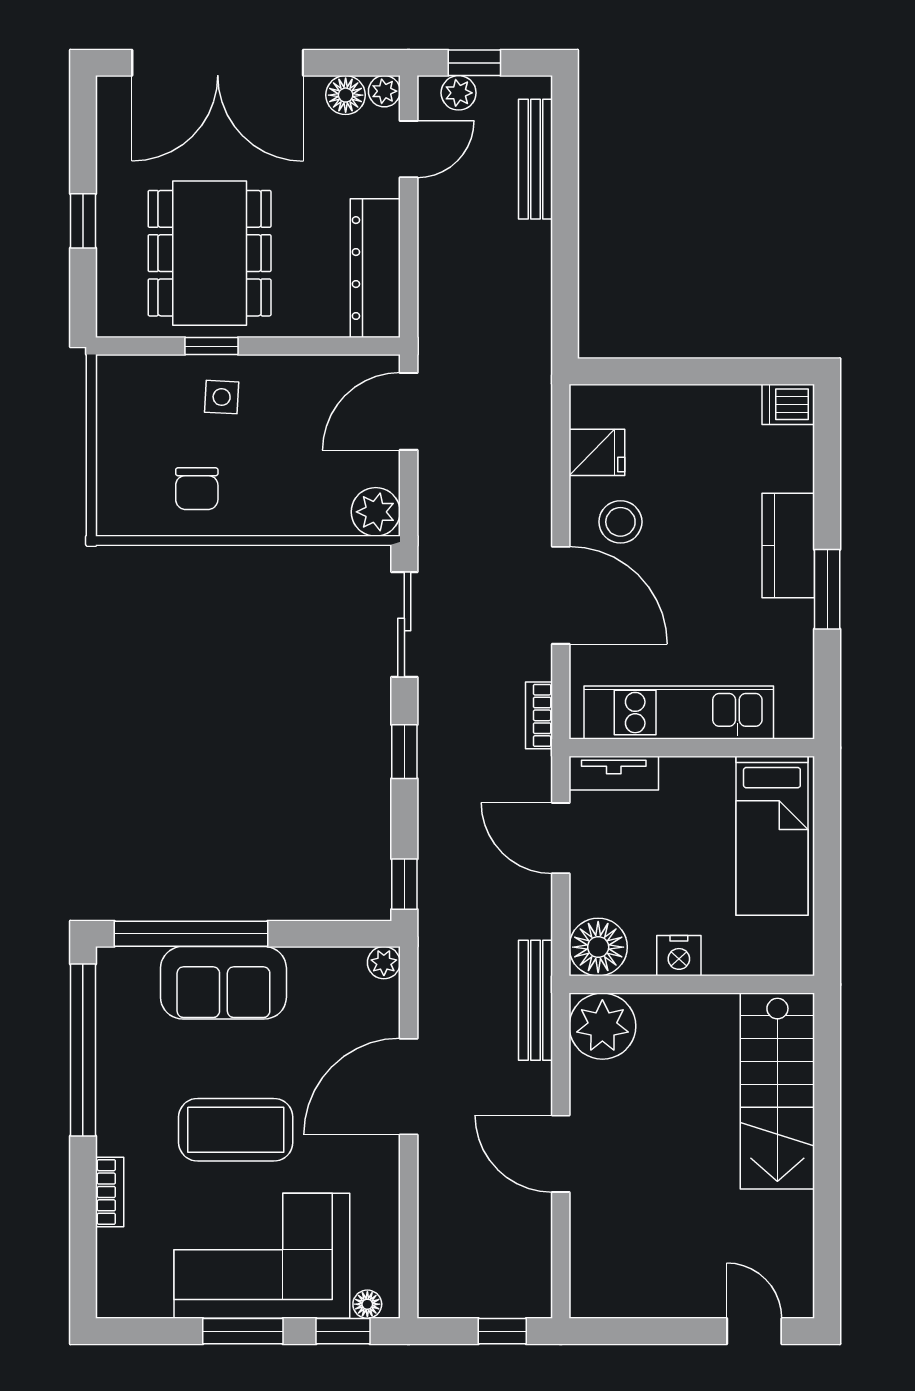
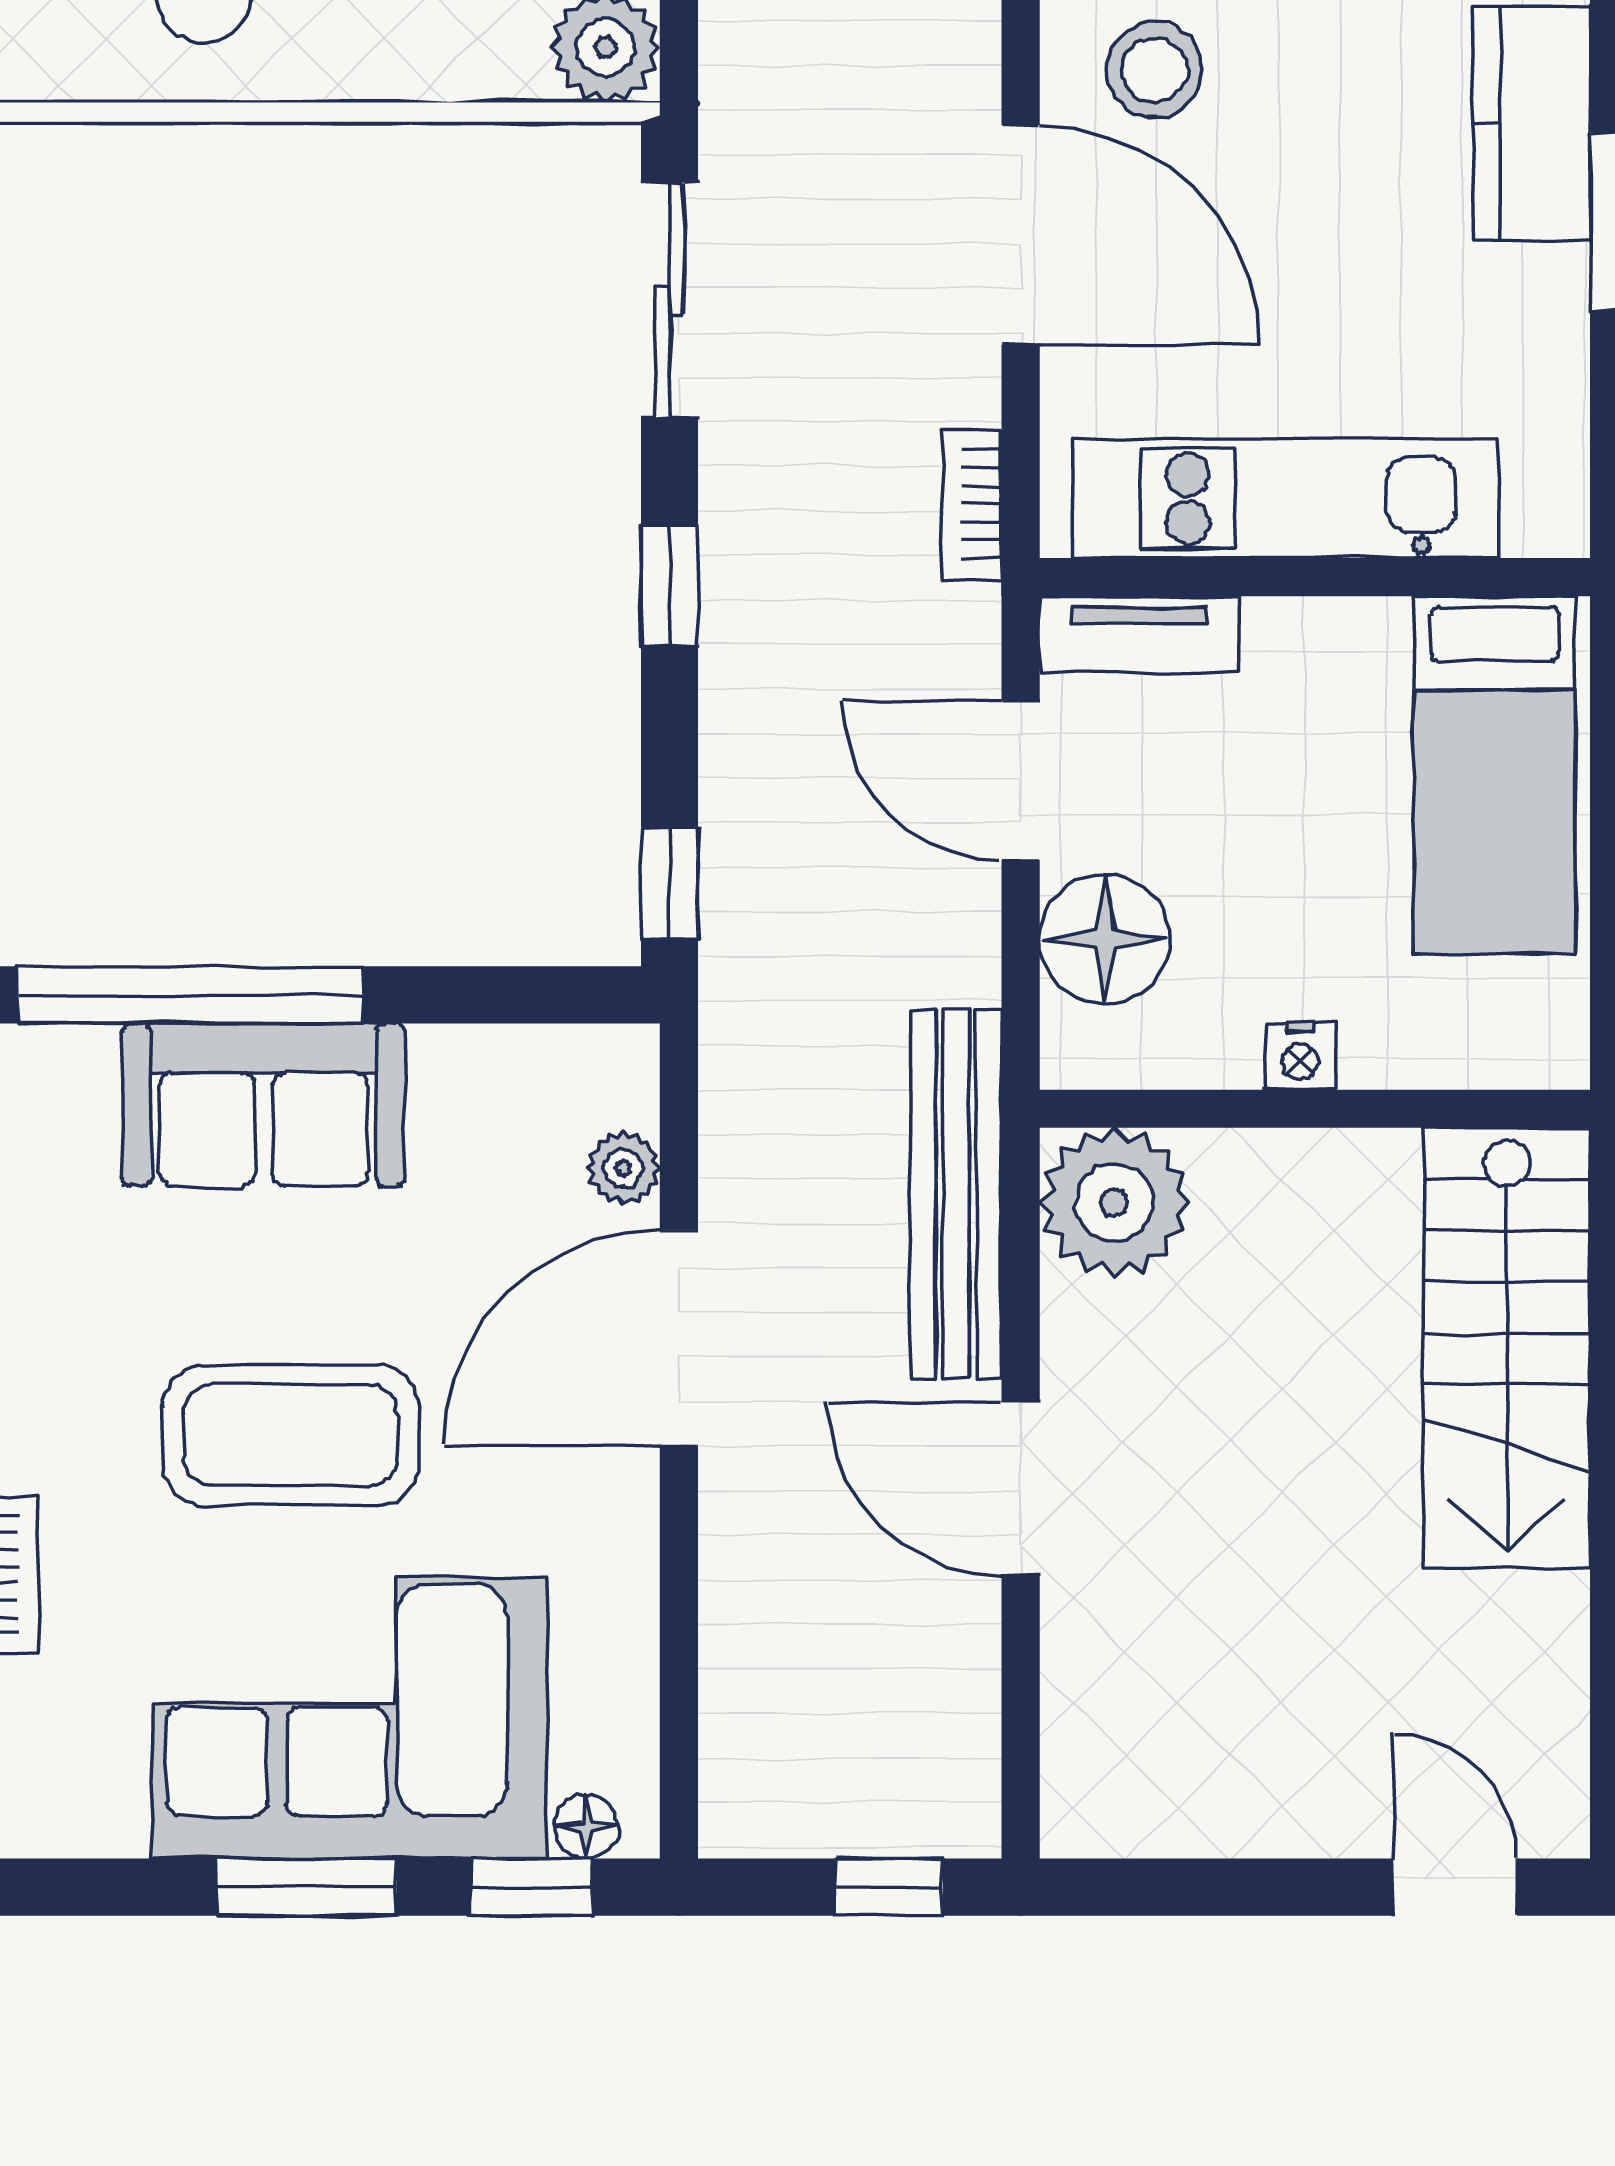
floor lamp: (598, 947) -> (1105, 939), moved
nightstand: (679, 956) -> (1300, 1056), width x0.72, depth x0.74
plant: (384, 963) -> (623, 1168), moved
bench: (535, 1000) -> (956, 1194), width x1.37, depth x1.21

